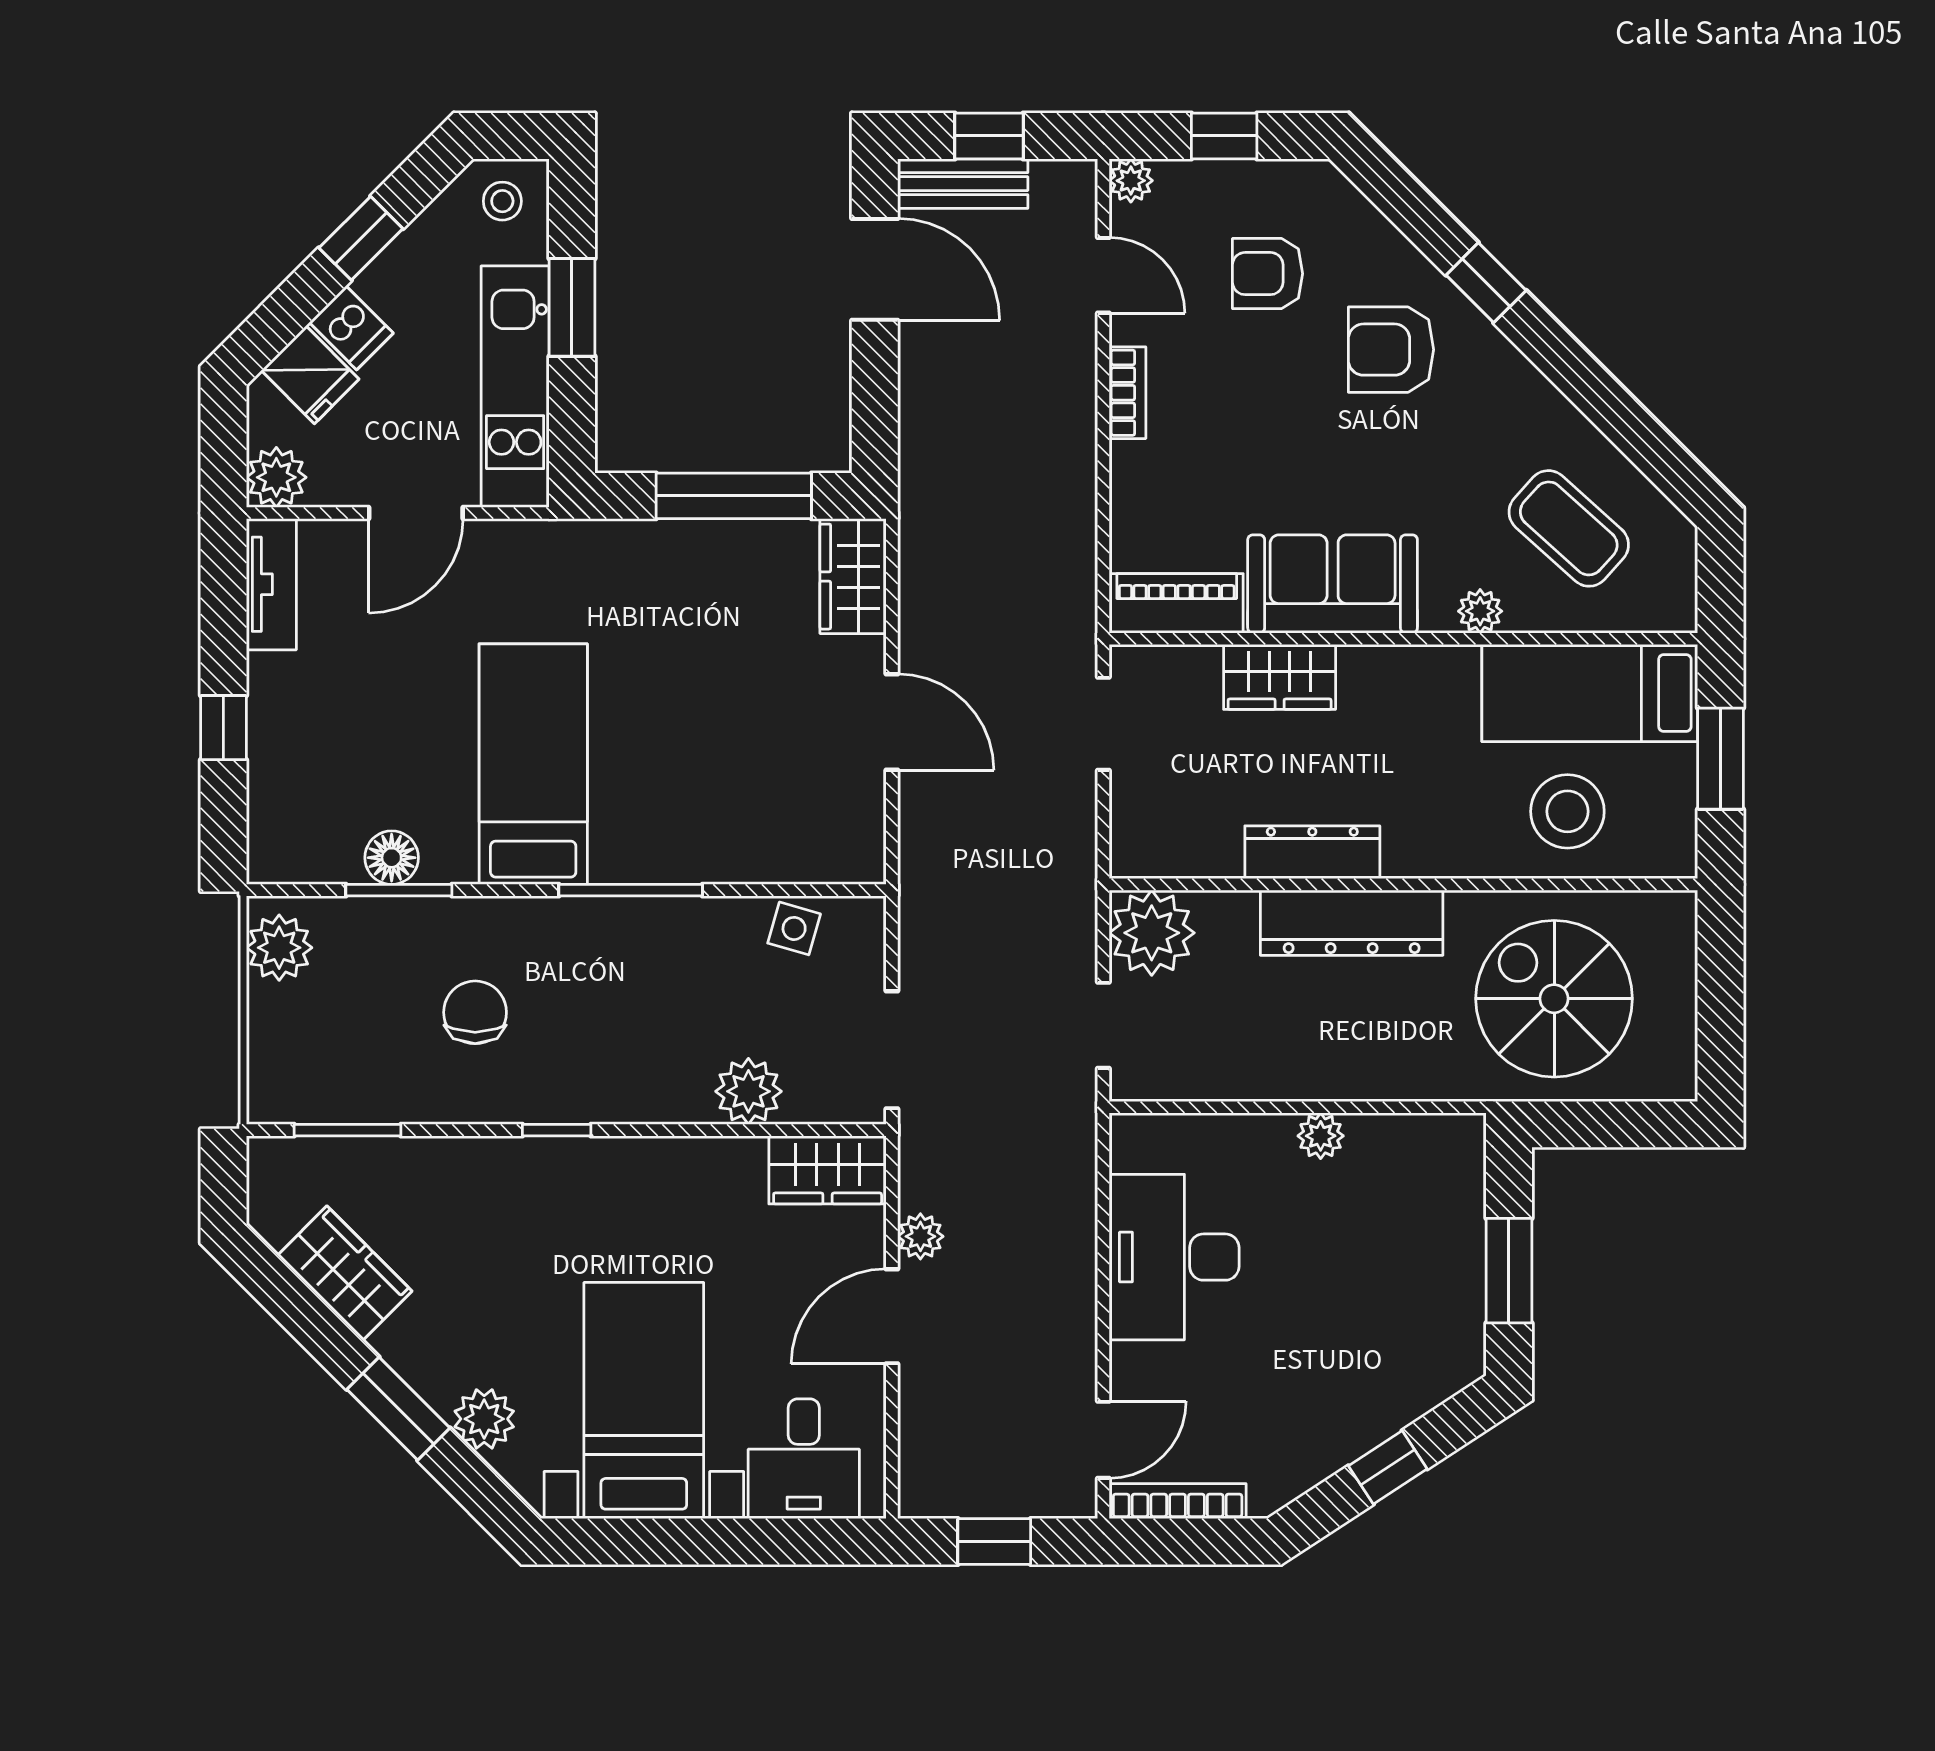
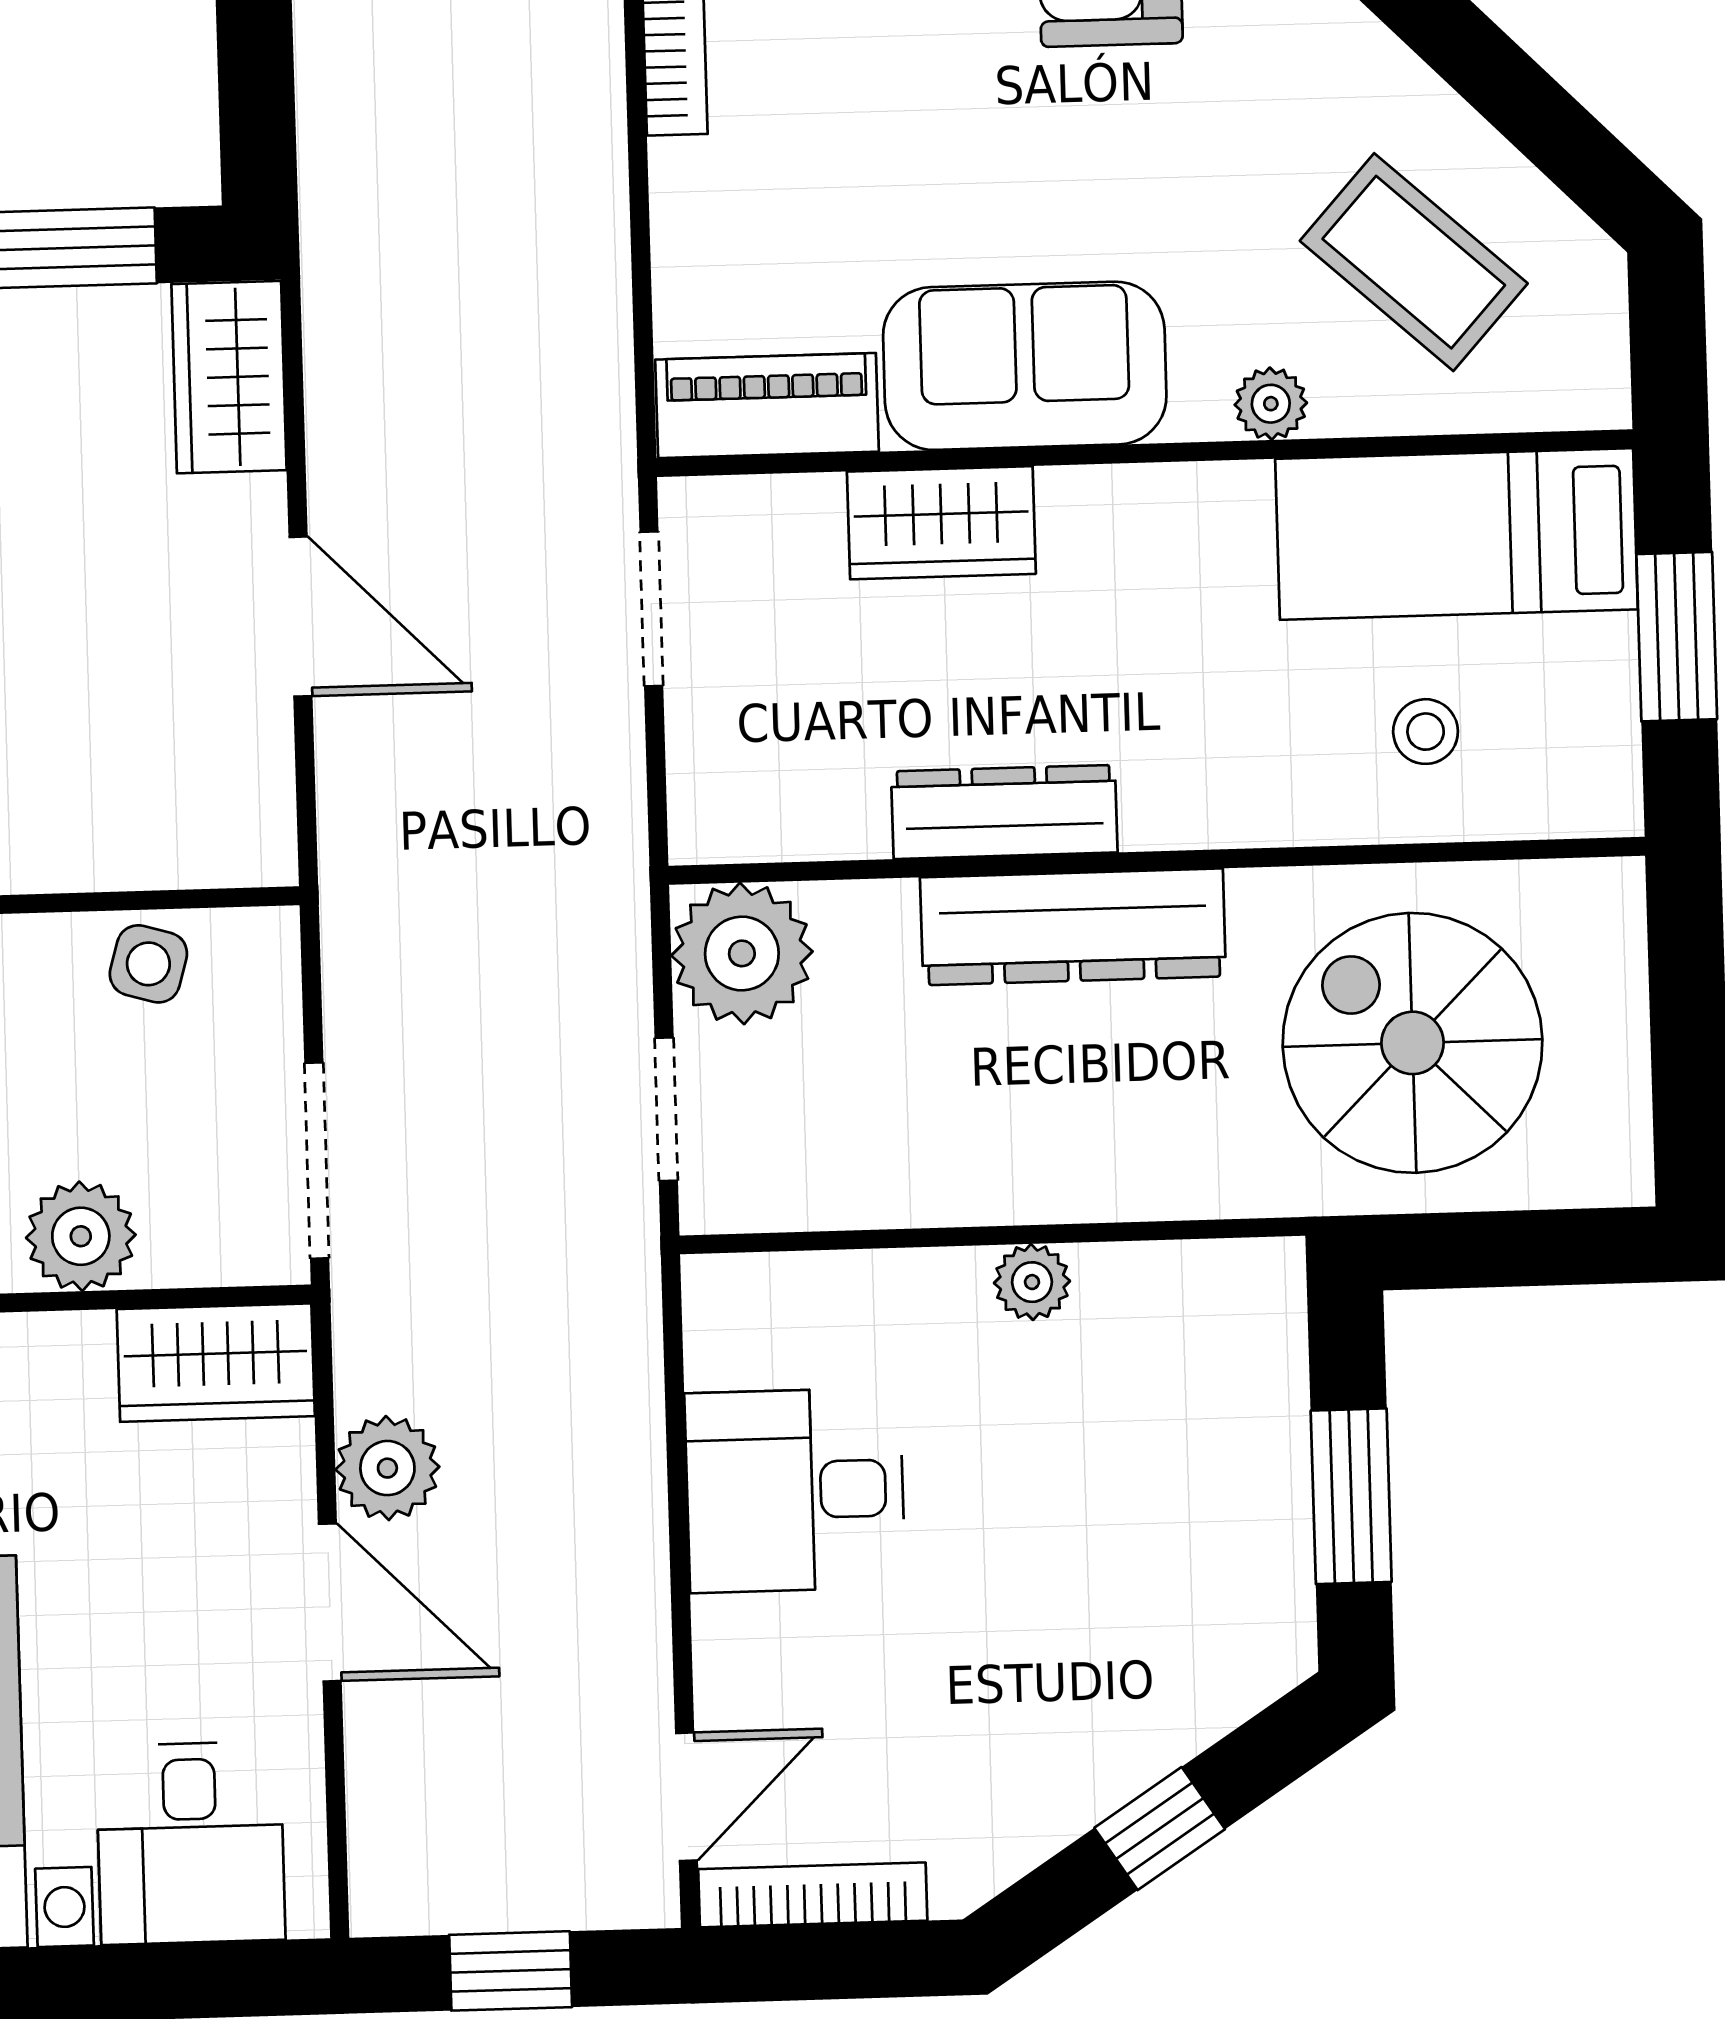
stool: (1567, 811) -> (1426, 732), width x0.53, depth x0.53
plant: (920, 1236) -> (387, 1468), width x1.38, depth x1.38
desk: (1174, 1257) -> (795, 1490), width x0.73
door: (892, 1316) -> (330, 1602), swing flipped

